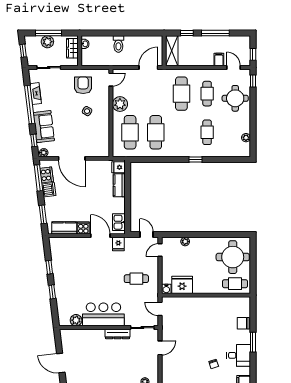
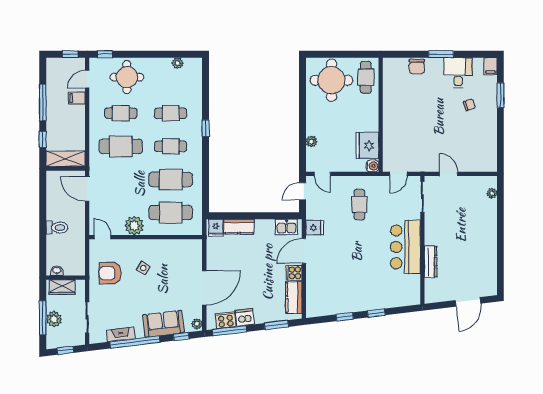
cafe table: (181, 132) -> (171, 146), added
plant: (76, 320) -> (413, 282), removed
dresser: (118, 334) -> (431, 262), moved

